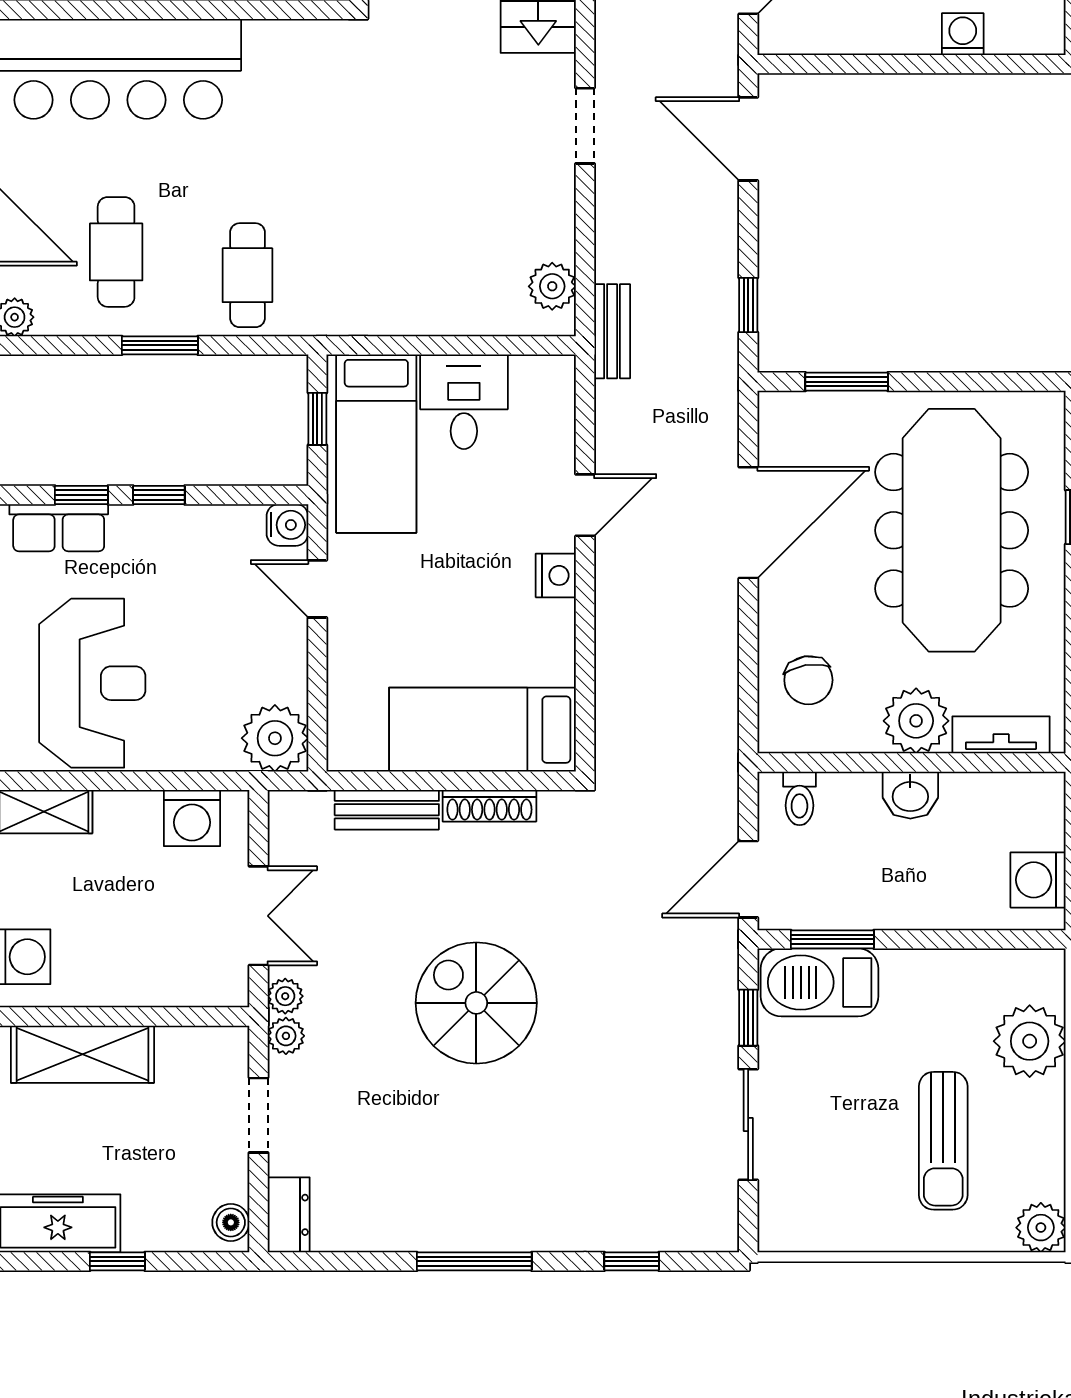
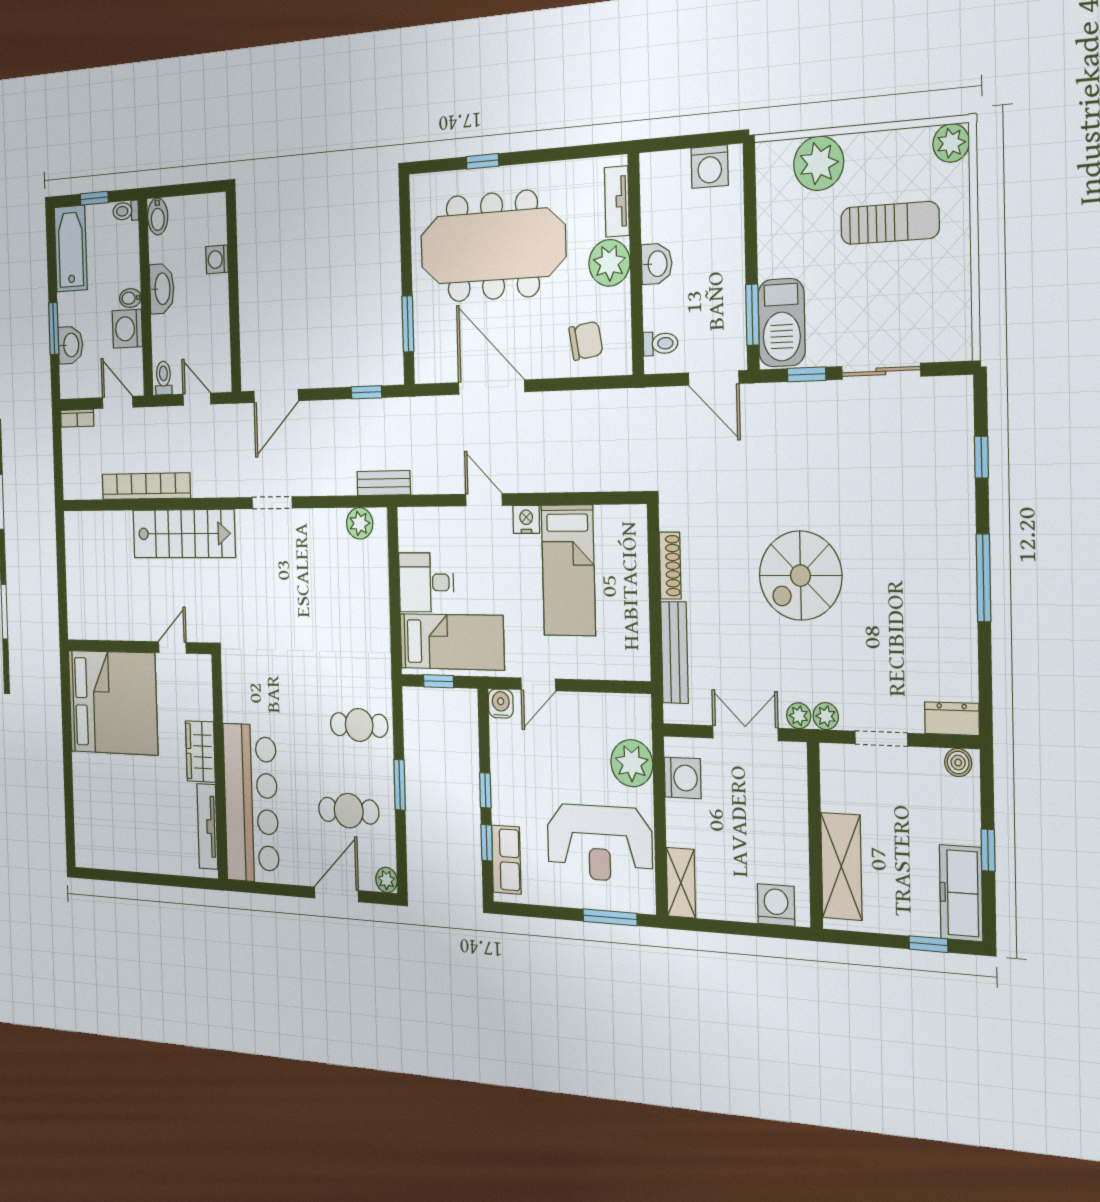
reception desk: (92, 683) -> (599, 843), turned 180
bed: (482, 730) -> (568, 570), moved
plant: (275, 738) -> (632, 763), moved
bench: (387, 810) -> (675, 652), width x1.36

